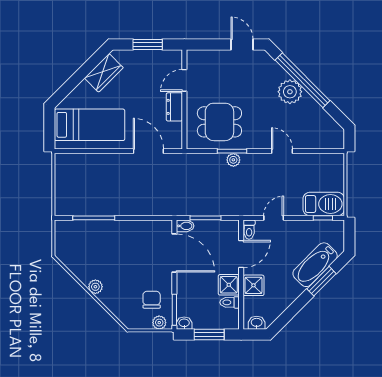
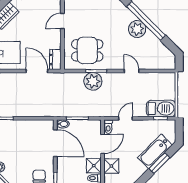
dresser: (174, 107) -> (55, 60), moved
plant: (233, 160) -> (93, 81), width x1.88, depth x1.88

